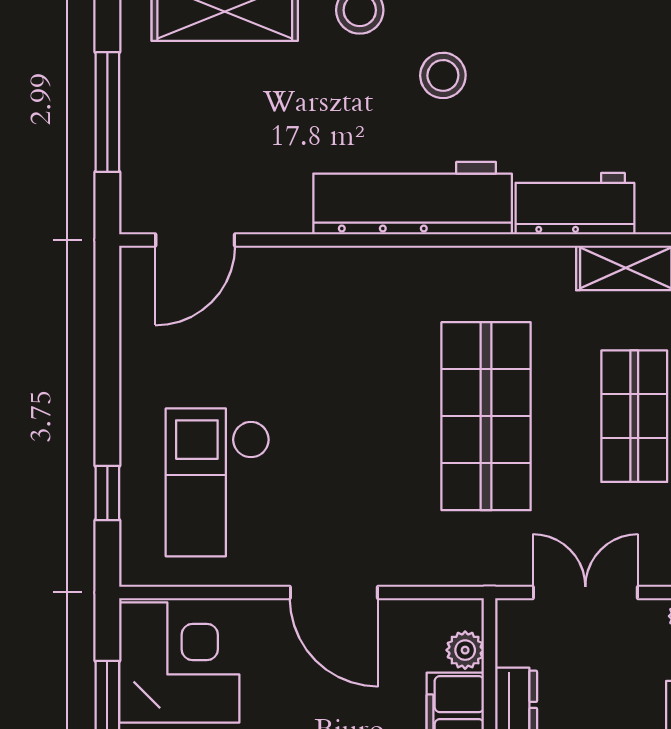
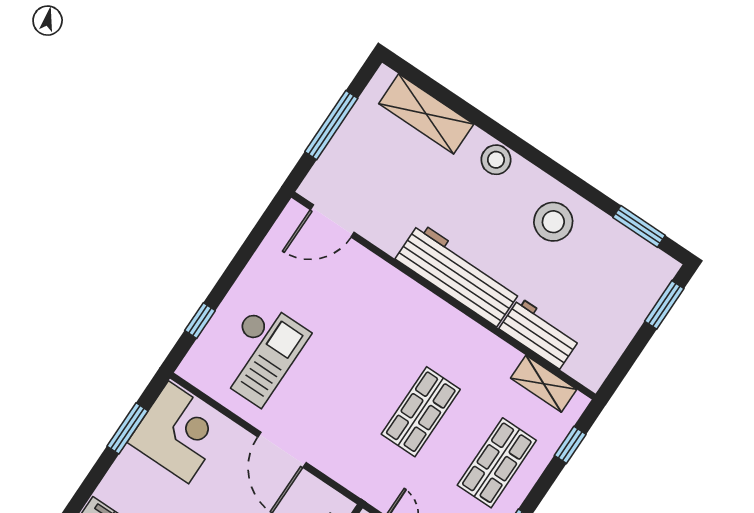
stool: (443, 75) -> (553, 222), moved, width x1.38, depth x1.38
shop shelf: (486, 416) -> (421, 412), width x0.70, depth x0.74
checkout: (218, 482) -> (260, 353), turned 180

